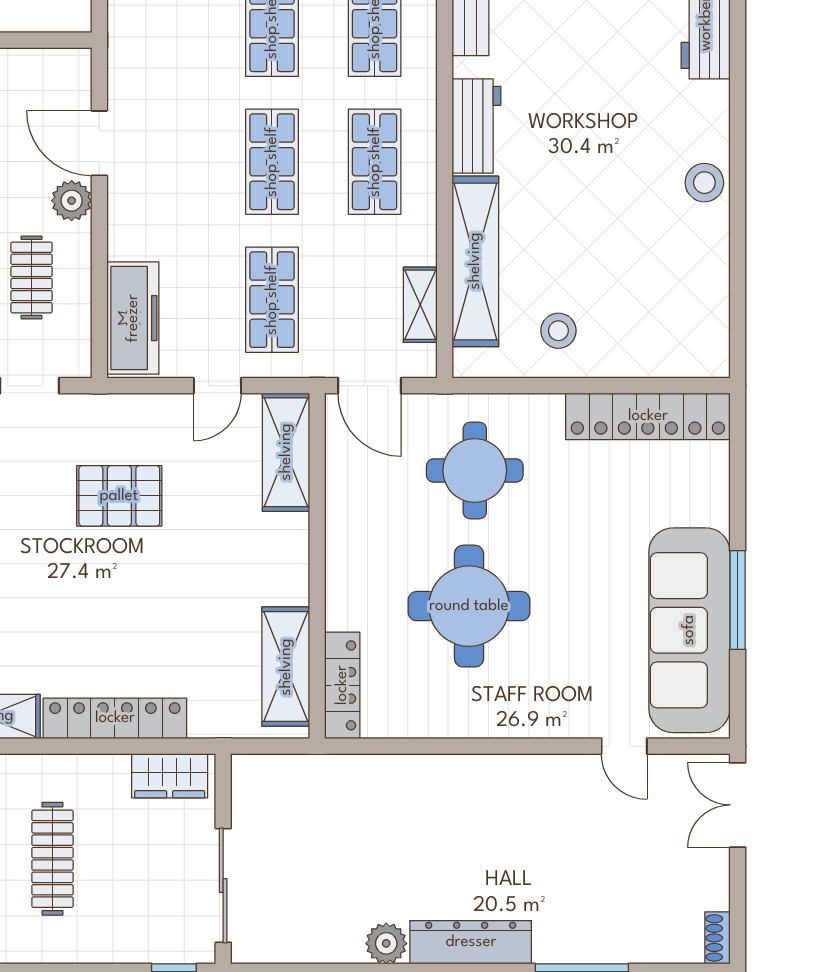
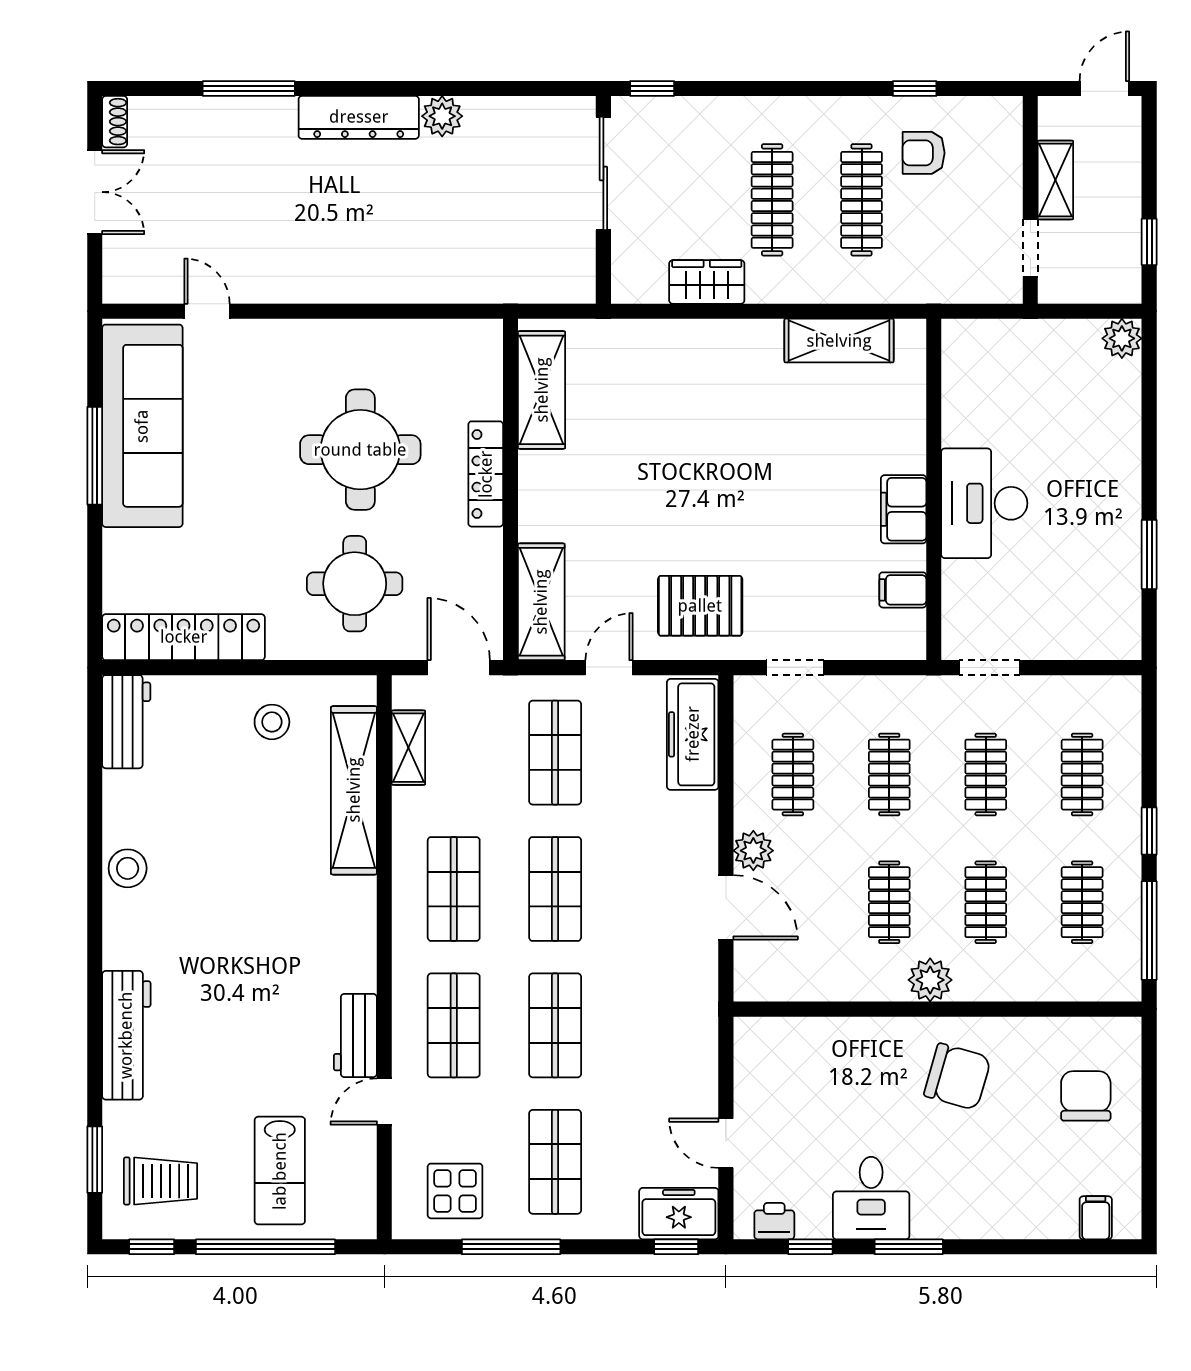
workbench: (477, 126) -> (126, 722), moved, turned 180
pallet: (119, 496) -> (700, 606), moved
locker: (342, 685) -> (486, 474), moved
locker: (115, 718) -> (710, 339), removed
wardrobe: (170, 776) -> (707, 282), moved
double door: (738, 805) -> (95, 192), moved

